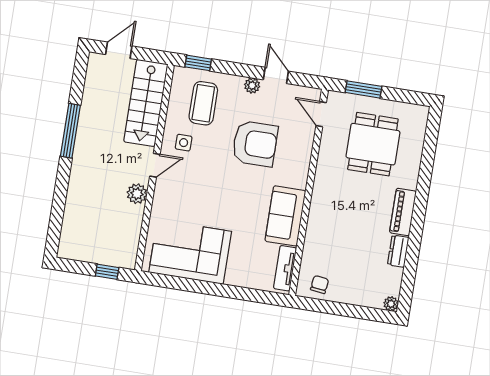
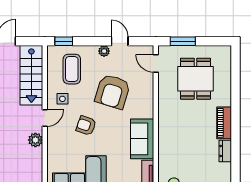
armchair: (255, 144) -> (113, 92), turned 107
armchair: (211, 185) -> (86, 126), added

